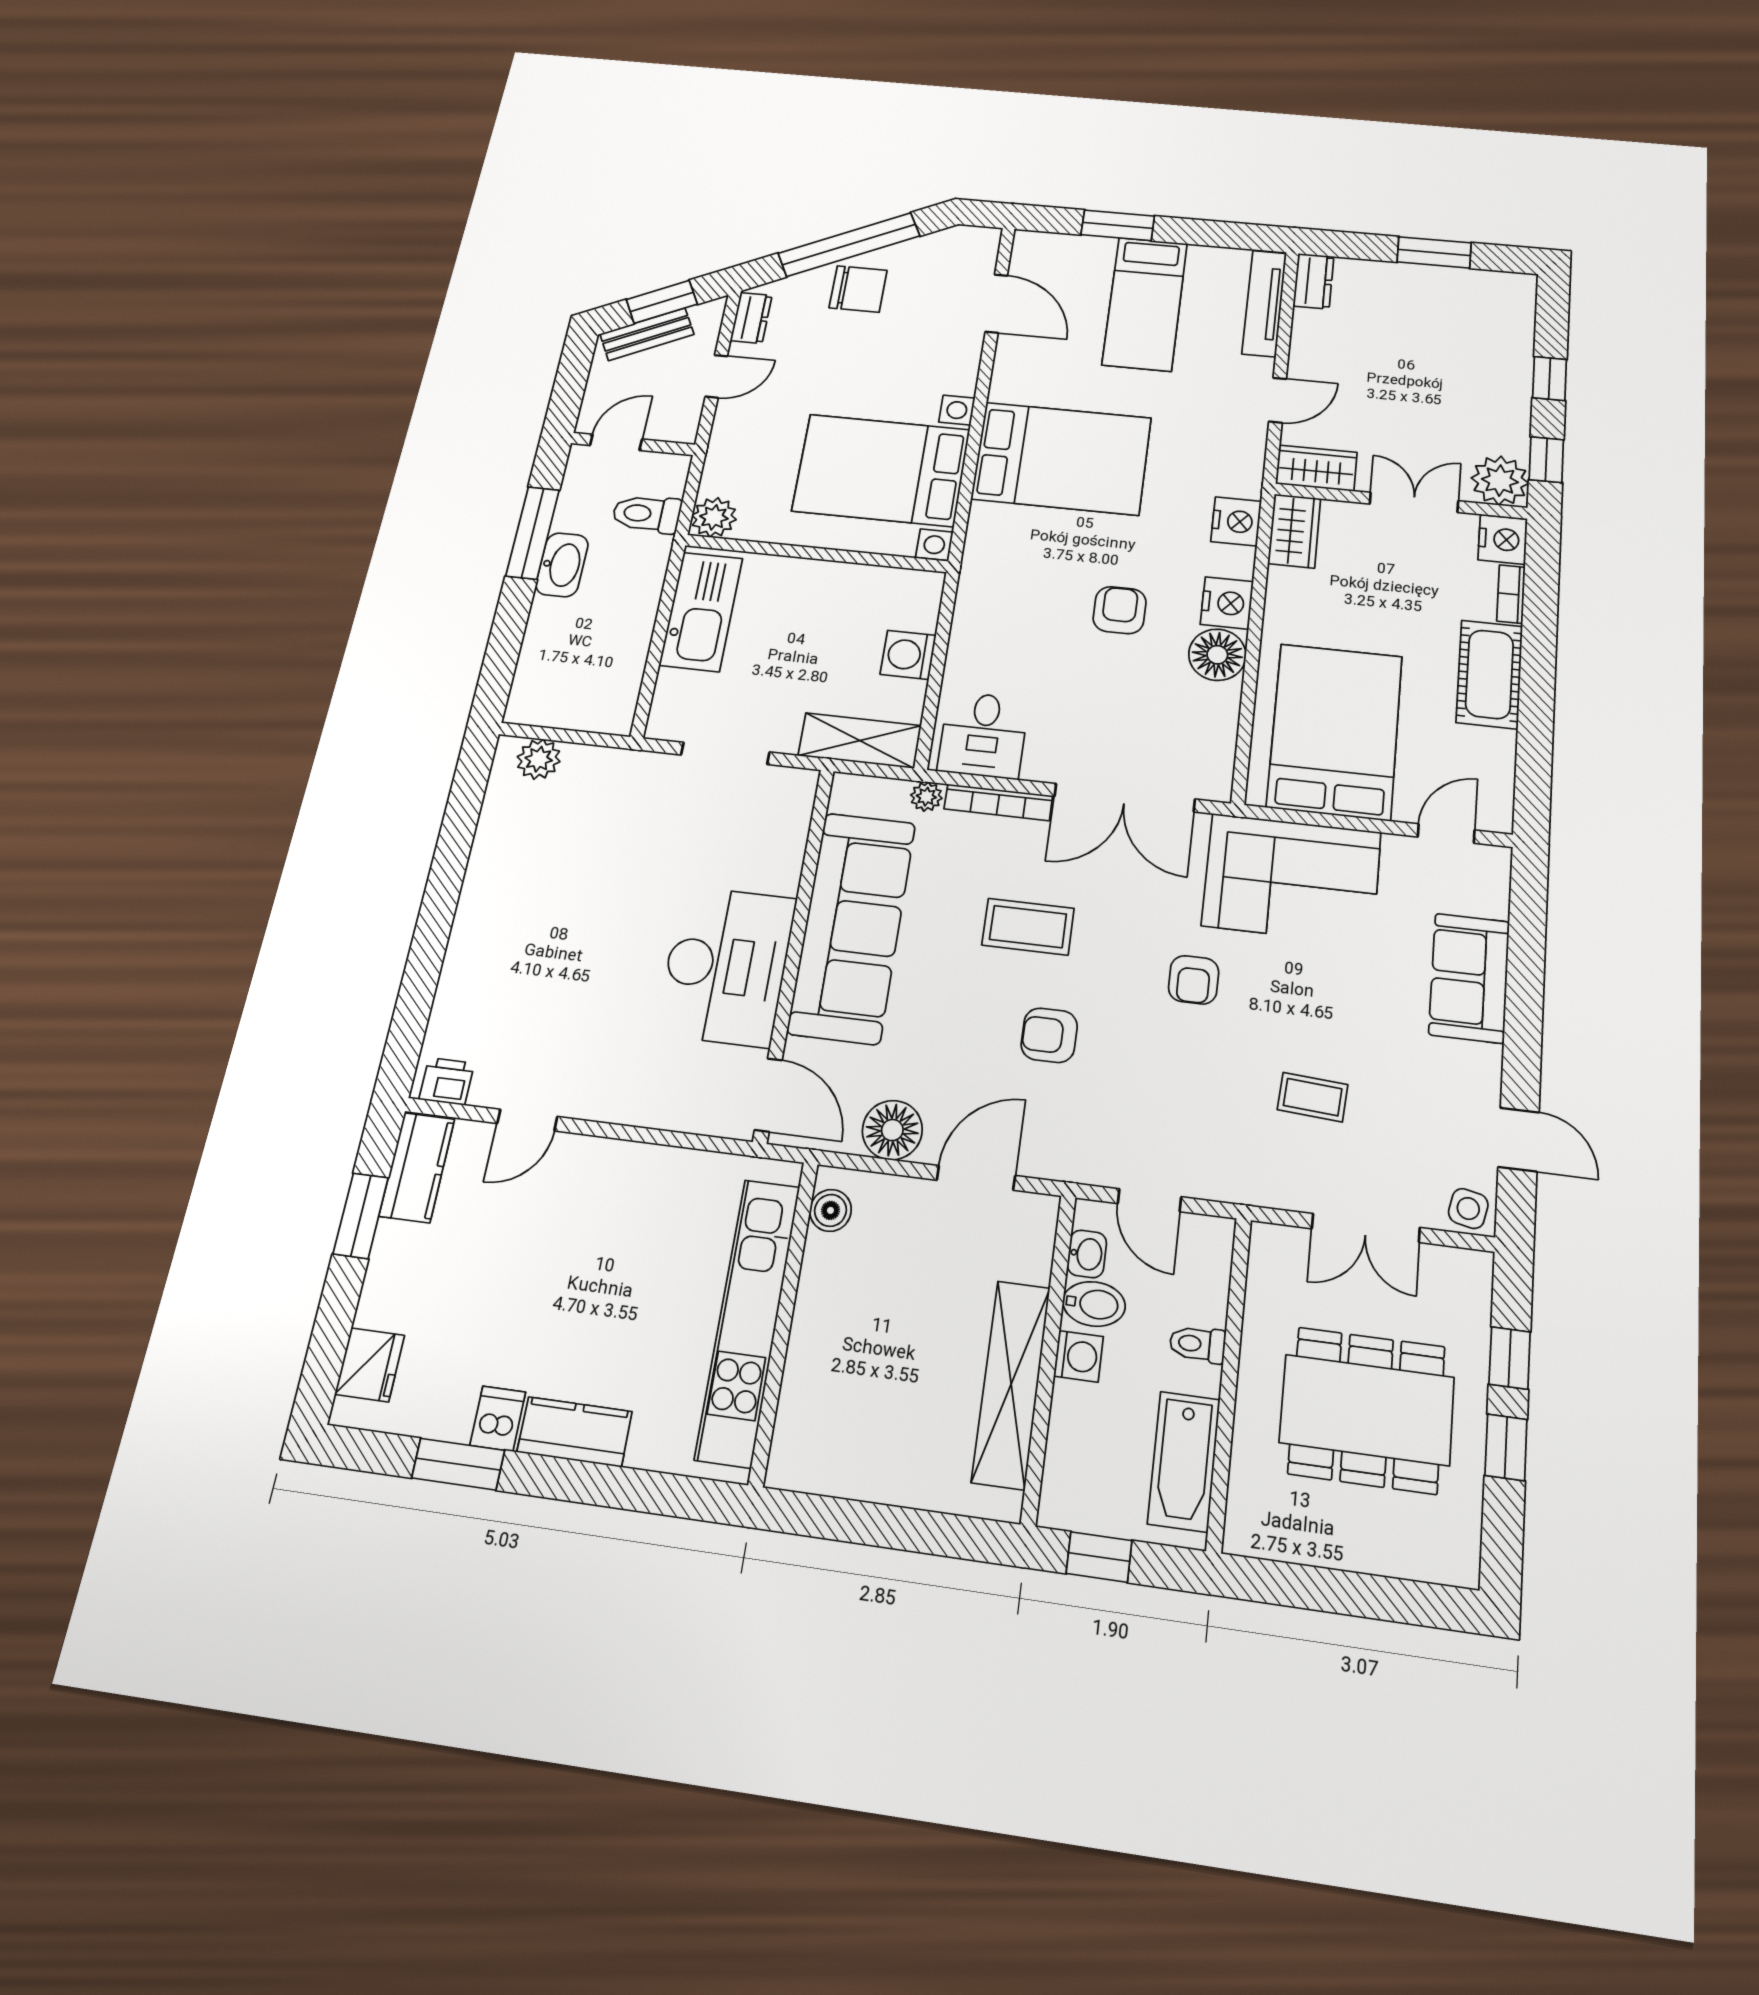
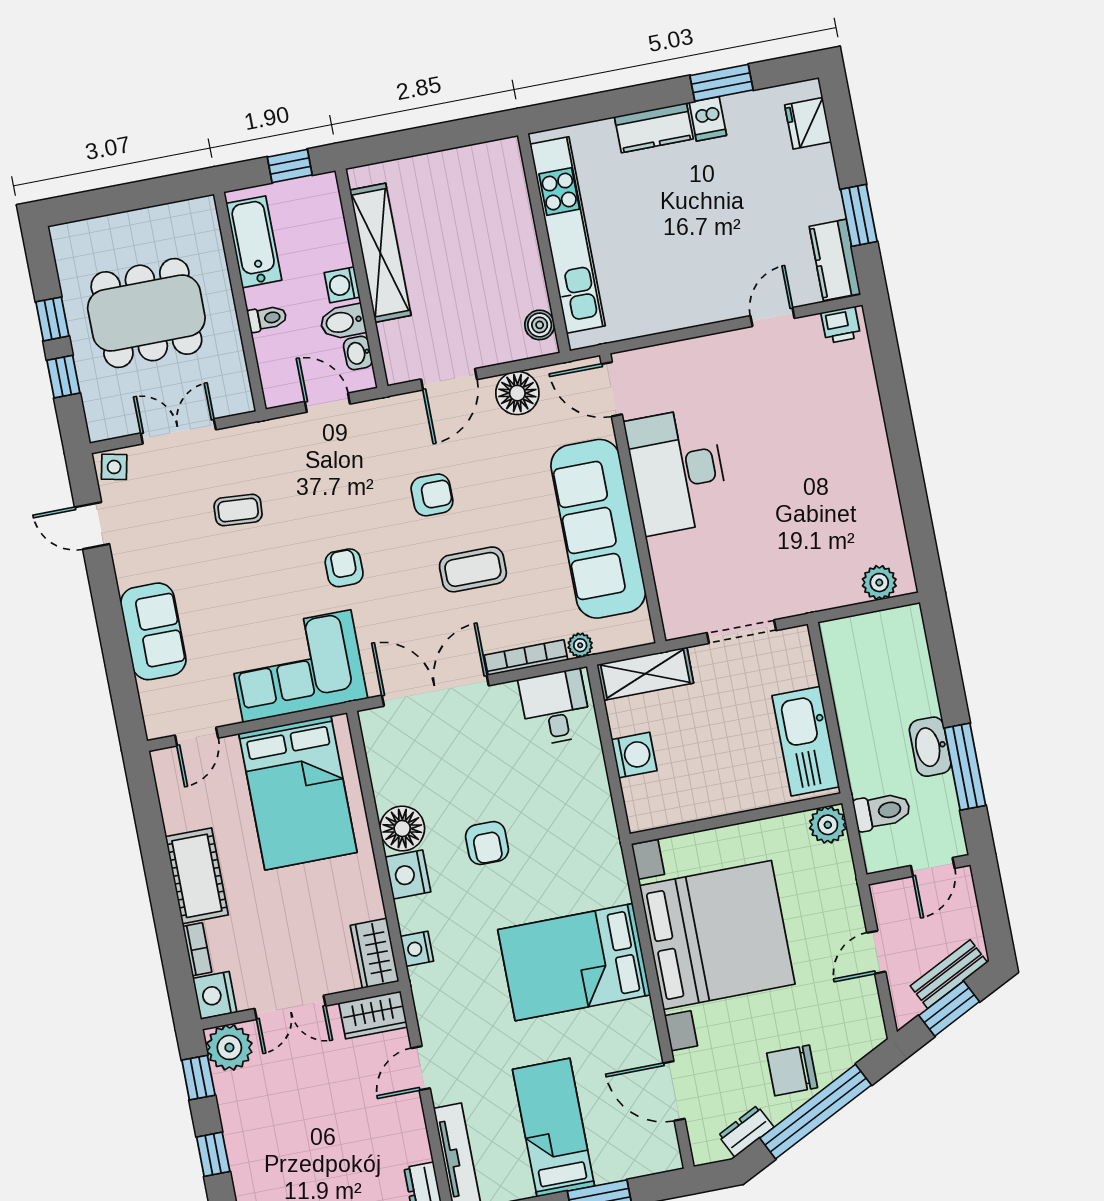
dresser: (751, 318) -> (746, 1131), moved, turned 63
bed with nightstands: (881, 470) -> (717, 935), width x1.36
nightstand: (1236, 521) -> (417, 949), width x0.74, depth x0.75

